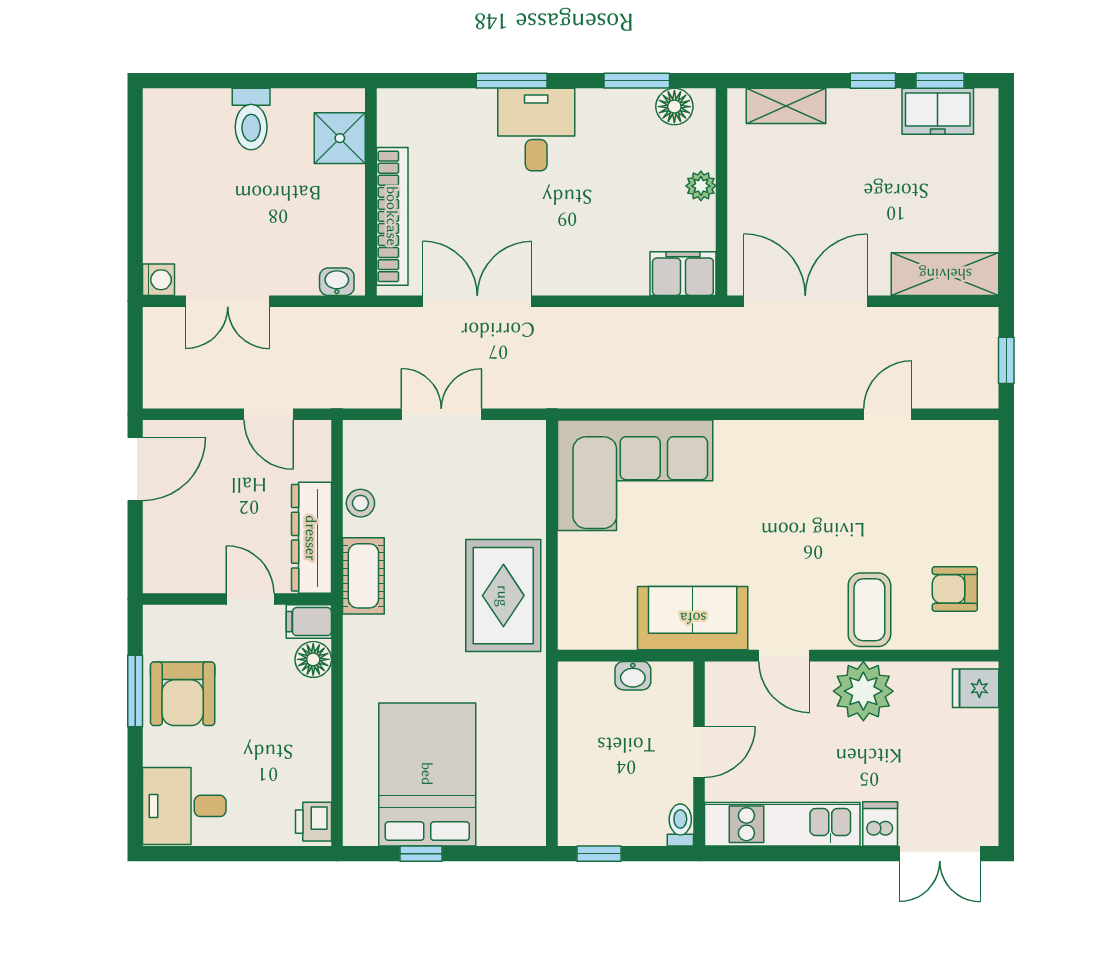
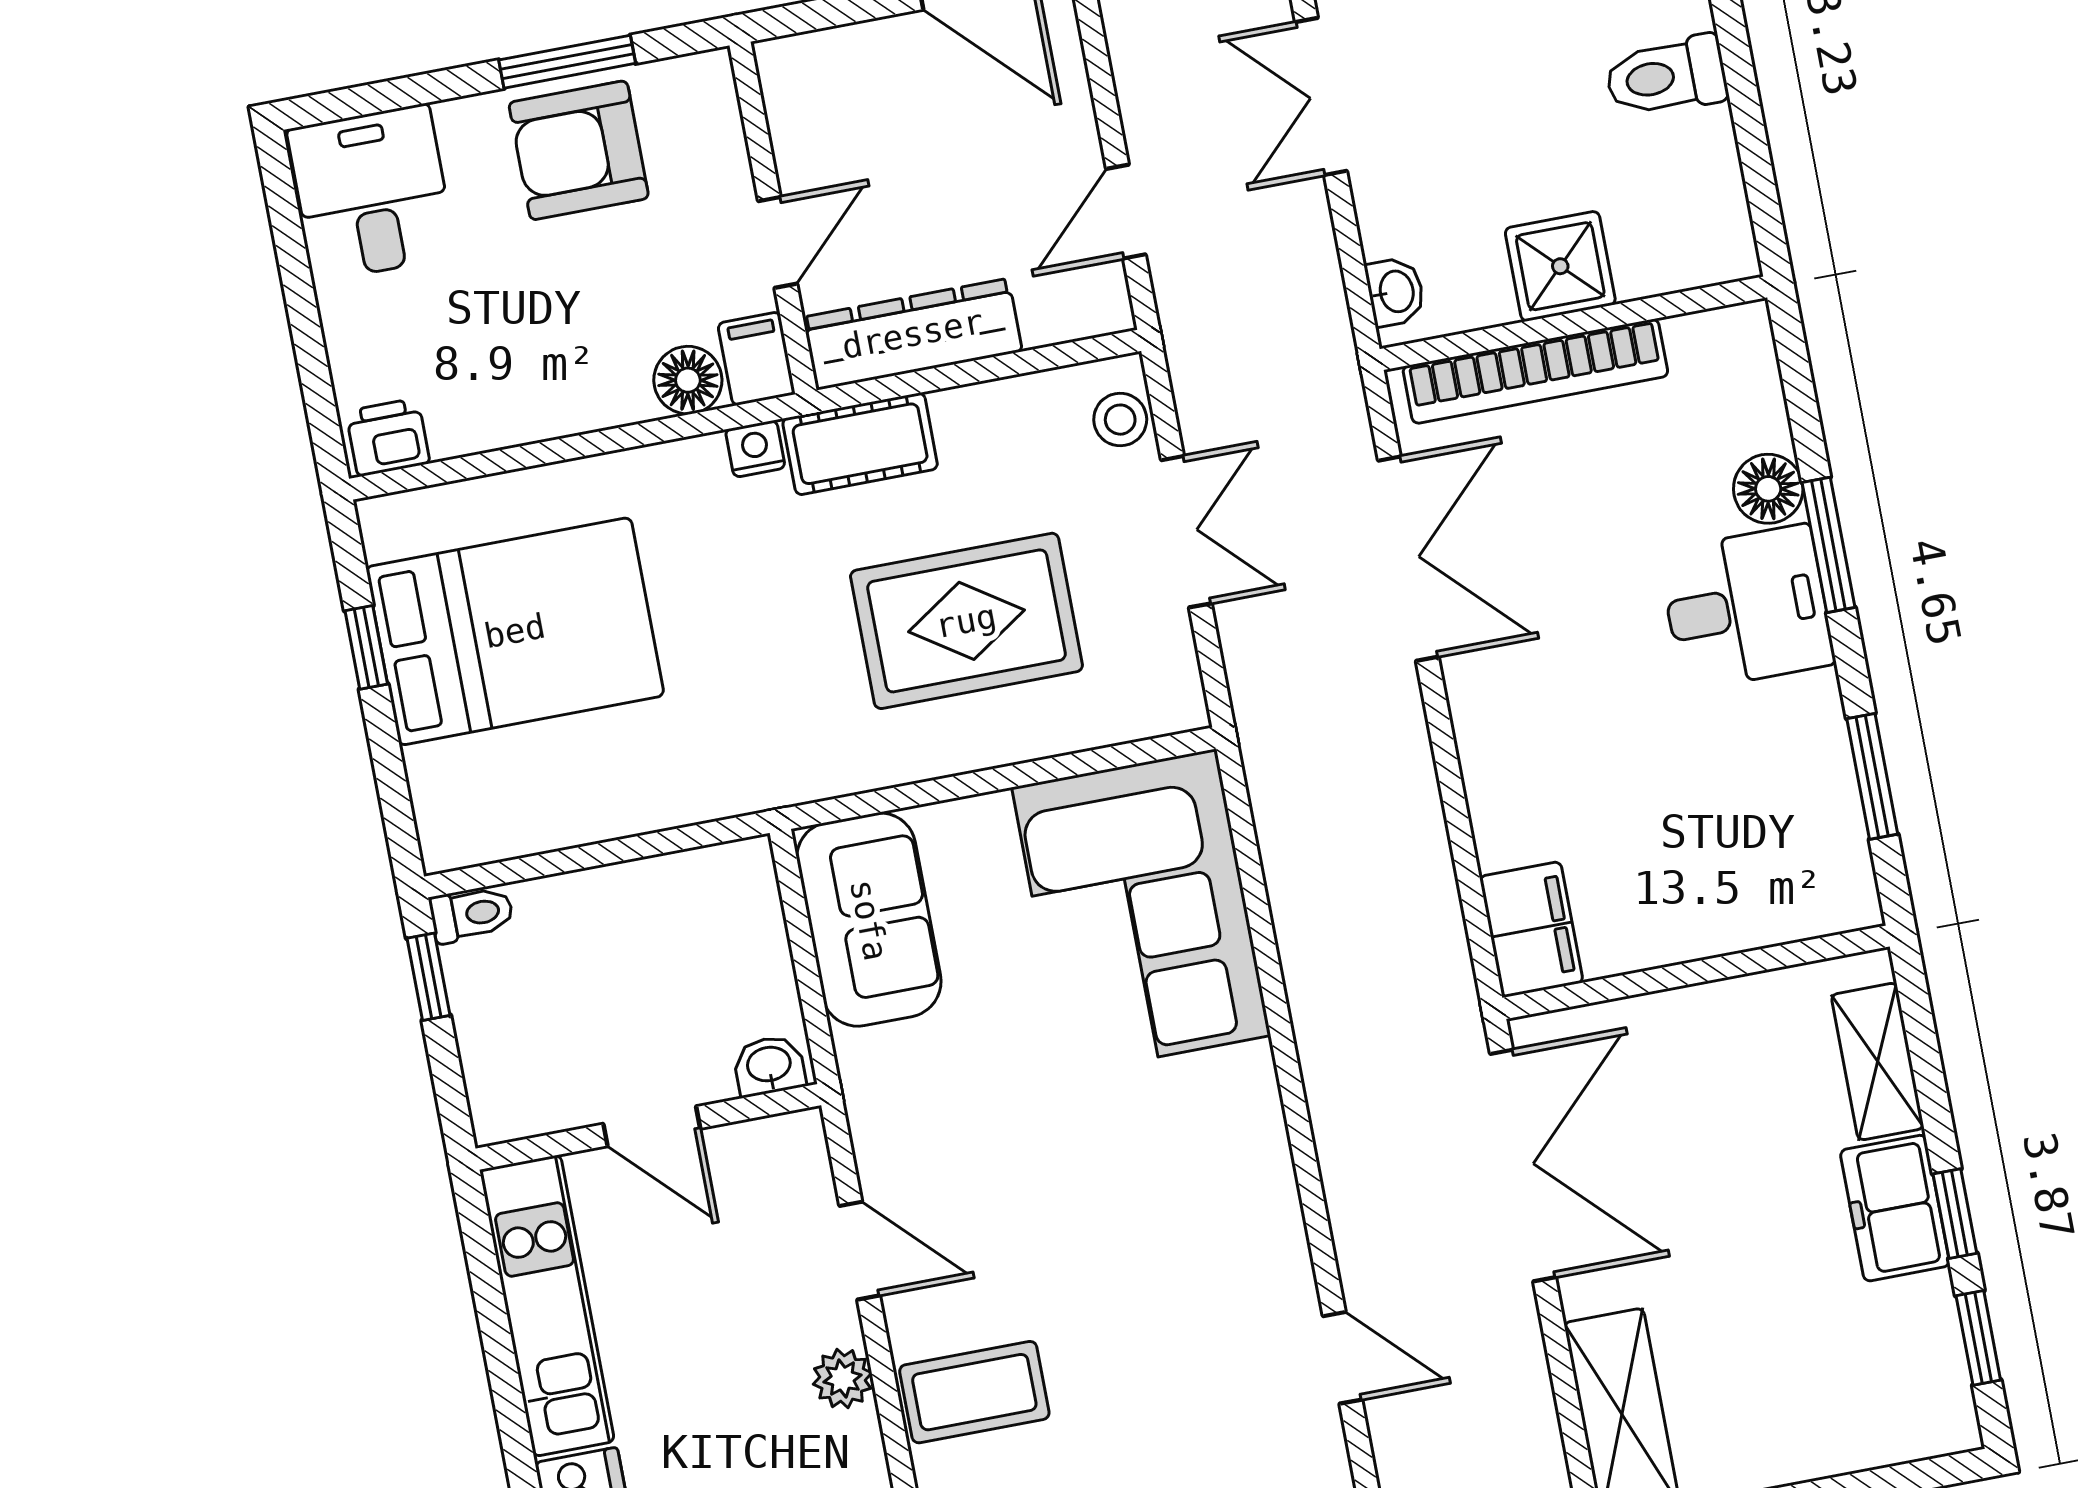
floor lamp: (674, 107) -> (1768, 489), moved
freezer: (938, 111) -> (1895, 1208), moved
shower: (340, 138) -> (1560, 266), moved
plant: (701, 186) -> (1700, 932), removed
stool: (360, 503) -> (1120, 420), moved
rug: (503, 596) -> (966, 621), moved
sofa: (693, 618) -> (869, 920), moved
nightstand: (356, 631) -> (755, 449), added
door: (784, 656) -> (860, 1251), swing flipped
washbasin: (633, 676) -> (769, 1066), moved, turned 90
plant: (863, 691) -> (843, 1379), width x0.53, depth x0.53
toilet: (680, 825) -> (472, 914), moved

